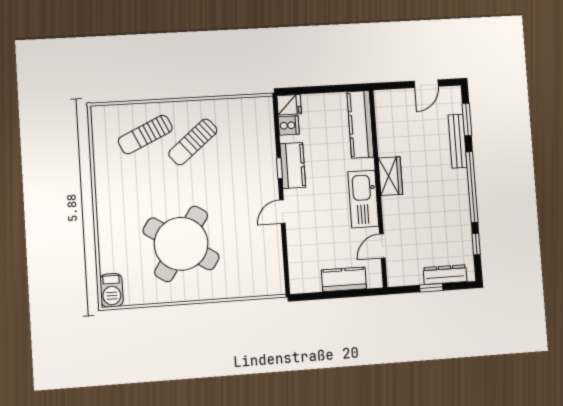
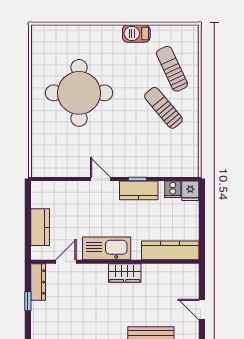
round table: (181, 244) -> (79, 93), turned -33
door: (382, 246) -> (66, 262), hinge flipped
dresser: (445, 275) -> (38, 282), moved
barbecue: (112, 290) -> (136, 34), moved

